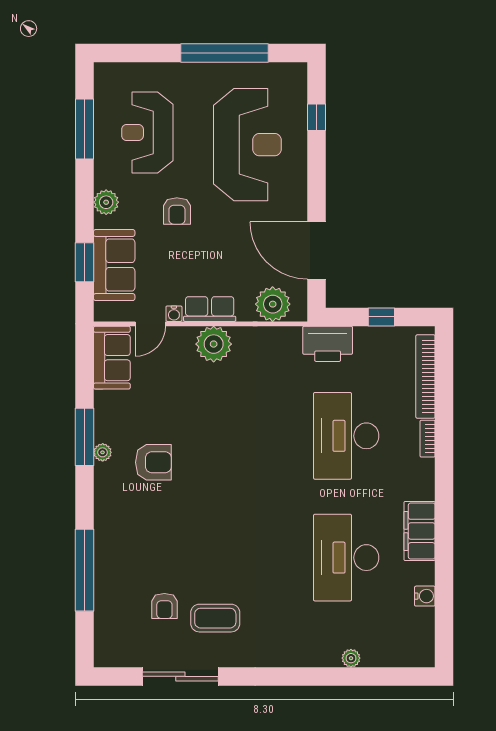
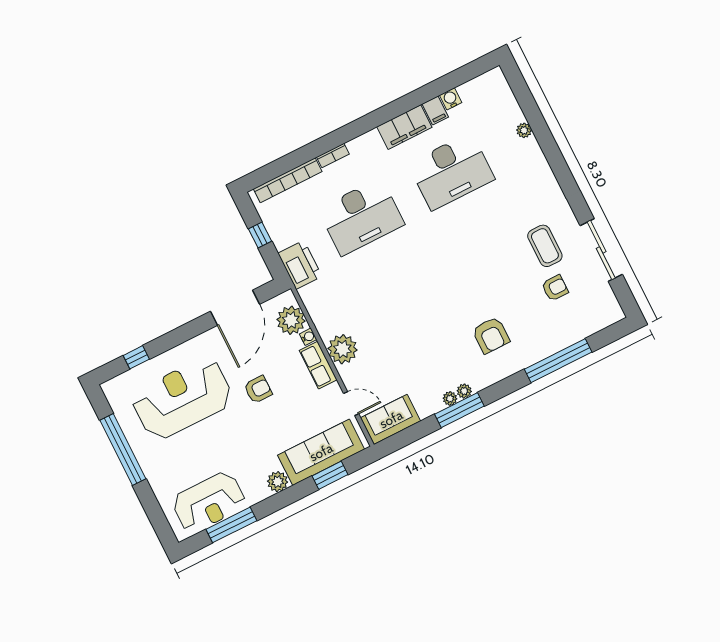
reception desk: (147, 133) -> (209, 502), moved
armchair: (177, 211) -> (258, 389), moved
sofa: (114, 265) -> (321, 452), width x1.36
water cooler: (174, 314) -> (308, 337), moved
plant: (102, 433) -> (450, 399), added
armchair: (153, 462) -> (491, 335), moved, turned 180
filing cabinet: (421, 573) -> (435, 110), added

